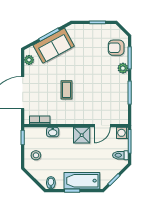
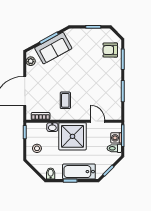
plant: (123, 68) -> (116, 69), removed
coffee table: (66, 90) -> (65, 100), moved
door: (102, 126) -> (98, 121), swing flipped
washing machine: (122, 133) -> (116, 138), moved
shower: (82, 135) -> (72, 136), width x1.86, depth x1.86

